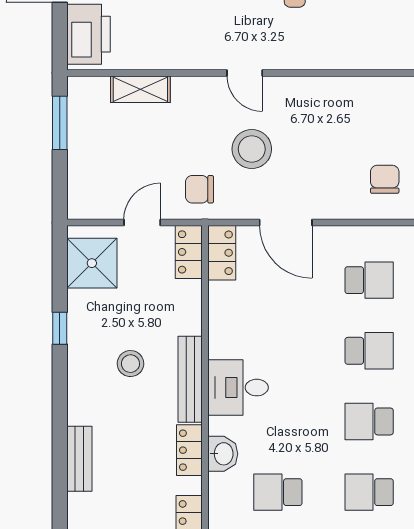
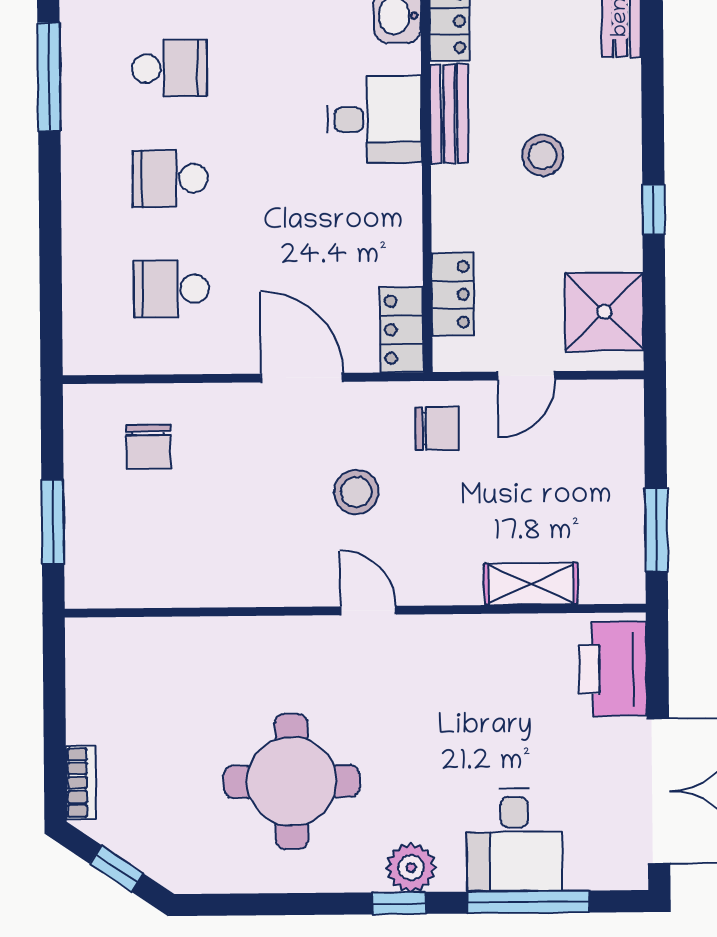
stool: (252, 149) -> (356, 492), width x0.73, depth x0.73
locker: (189, 252) -> (453, 294), moved
bench: (190, 379) -> (449, 114), width x0.73

